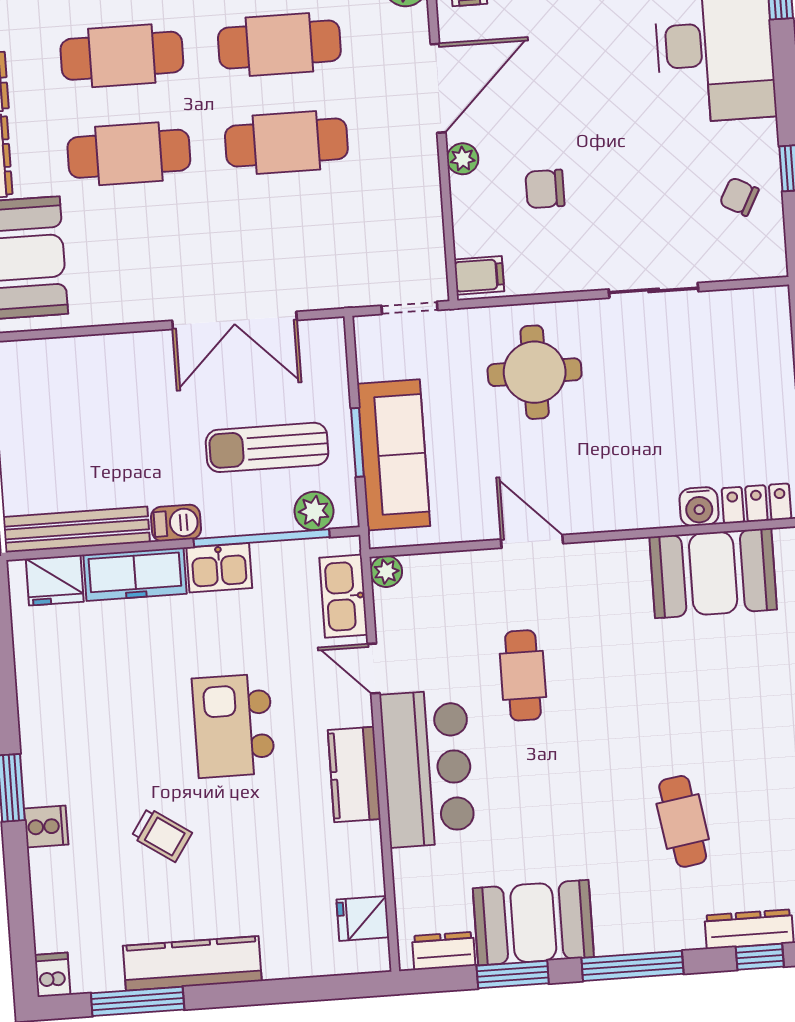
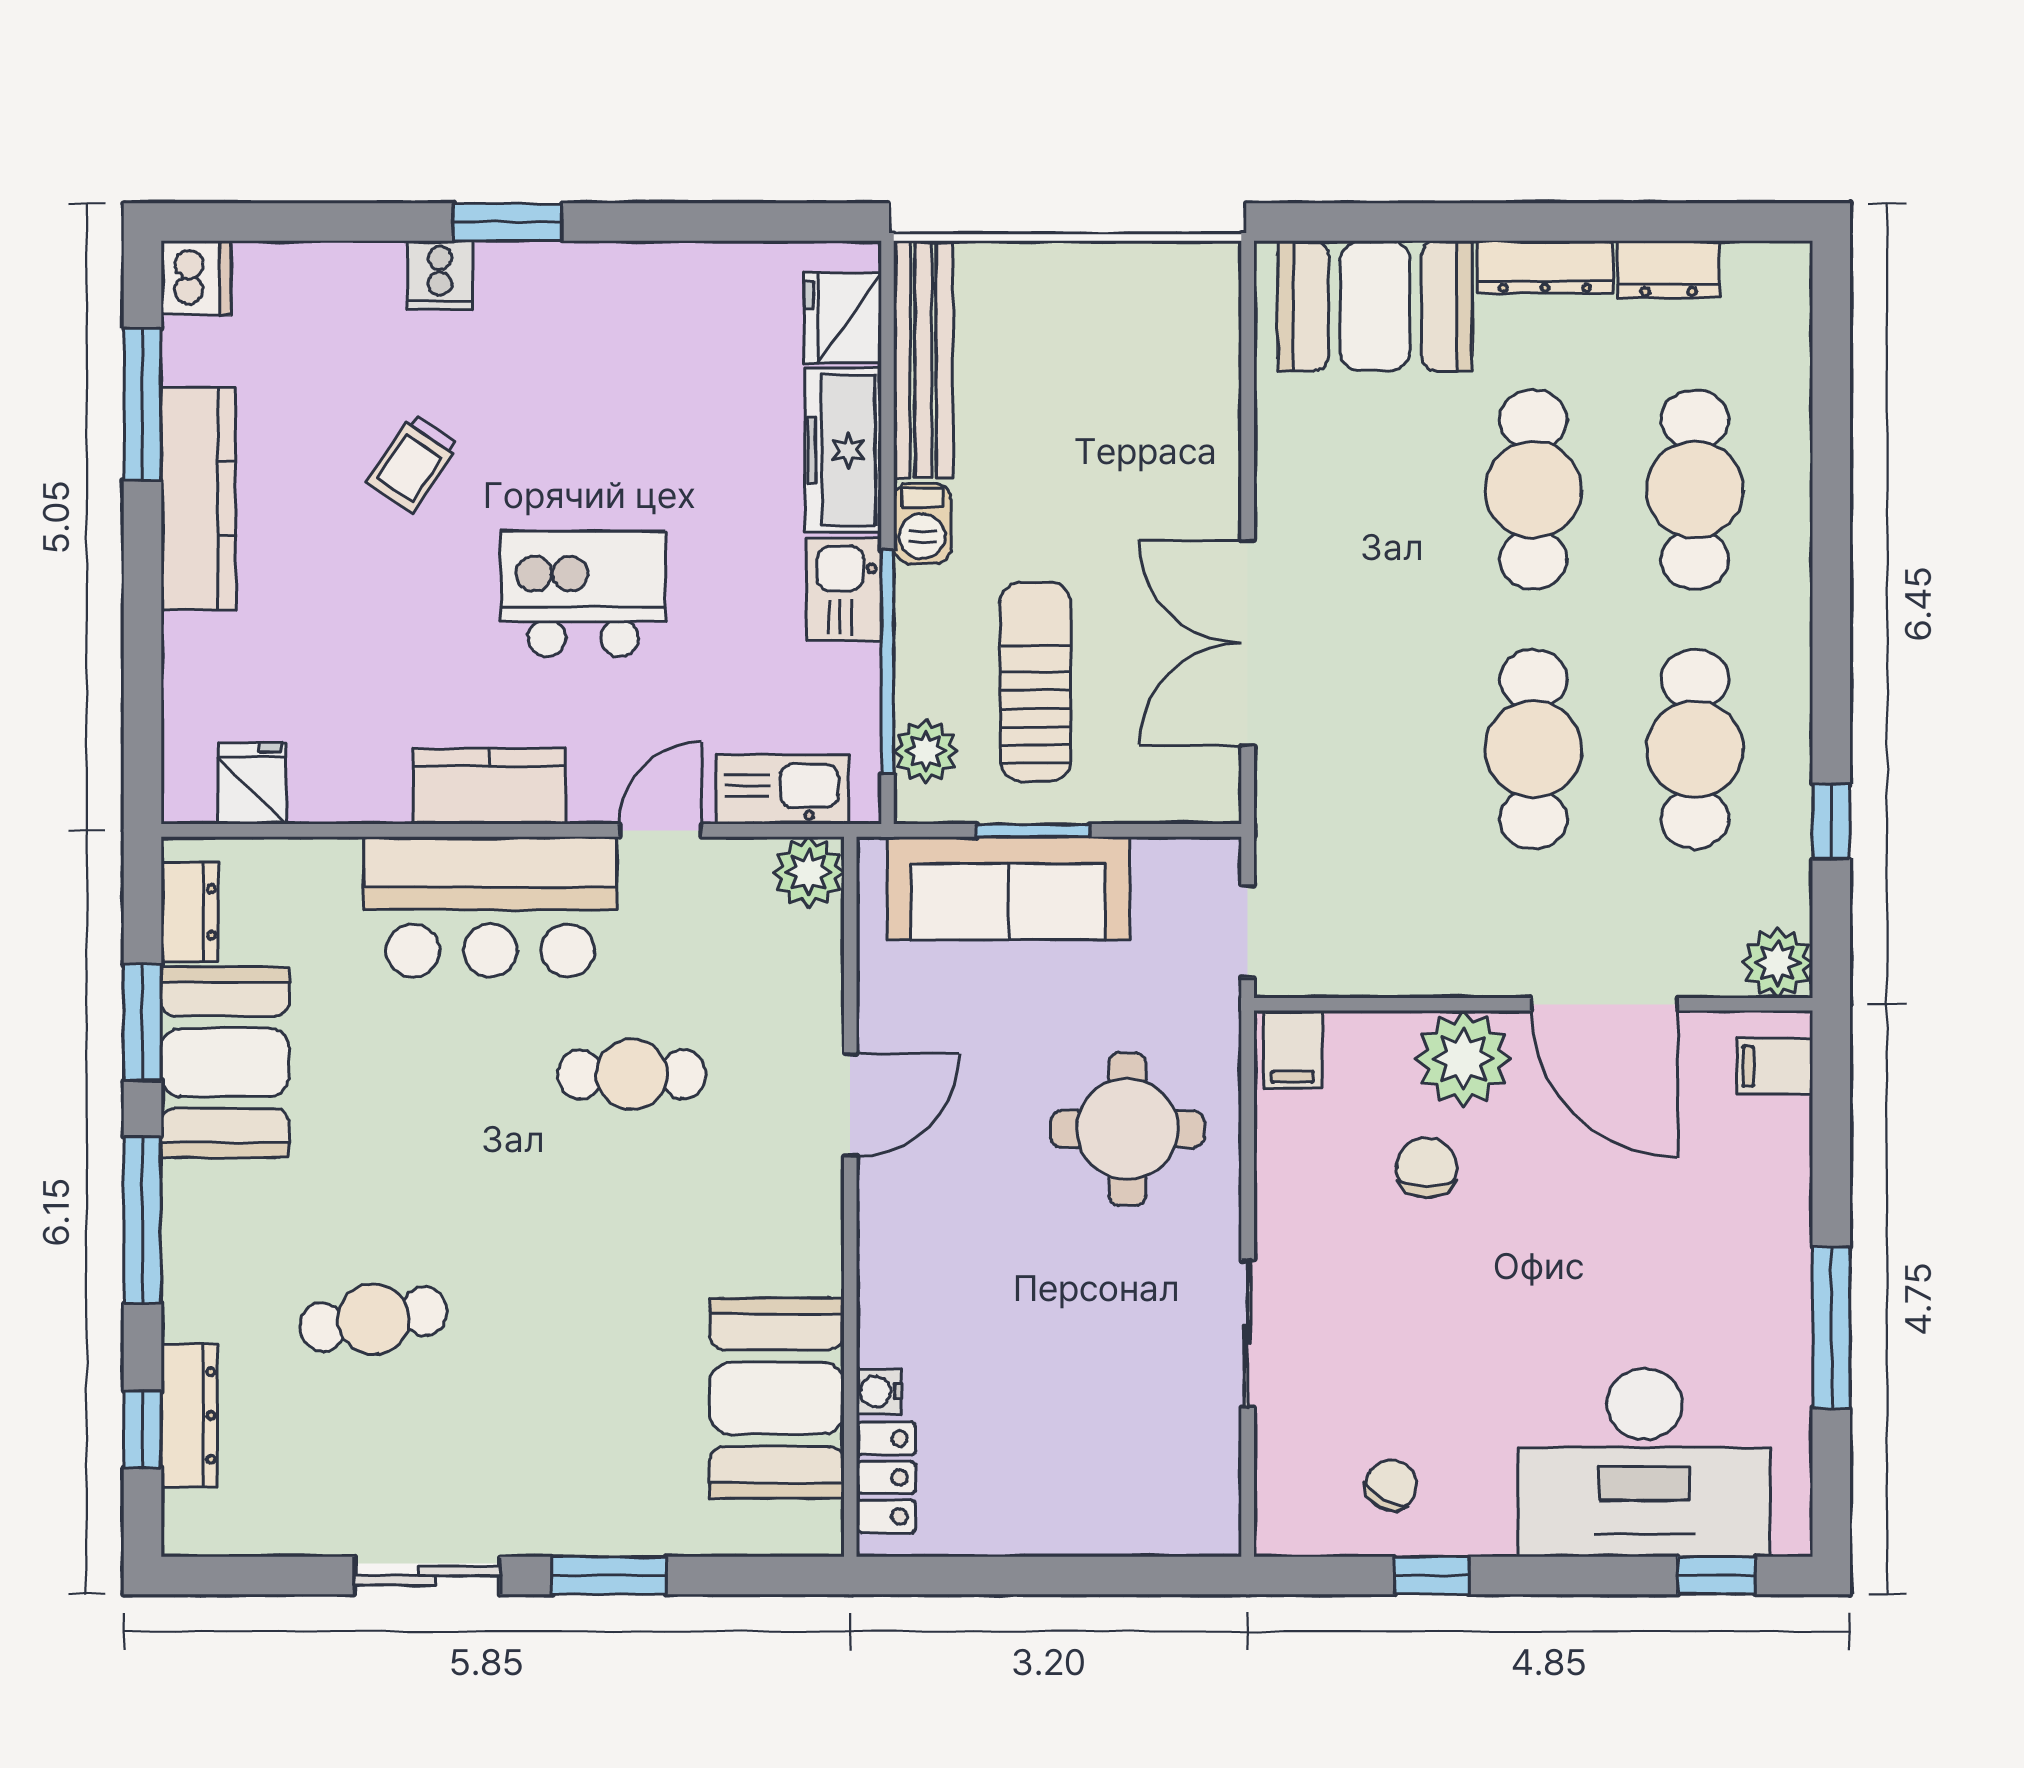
plant: (463, 159) -> (1463, 1059), width x1.88, depth x1.88
water cooler: (699, 507) -> (879, 1392), width x0.72, depth x0.72
plant: (386, 571) -> (809, 872), width x1.38, depth x1.38
dishwasher: (52, 975) -> (196, 278), width x1.38

